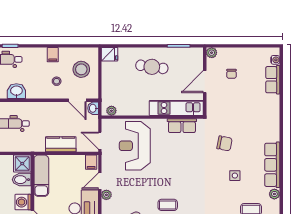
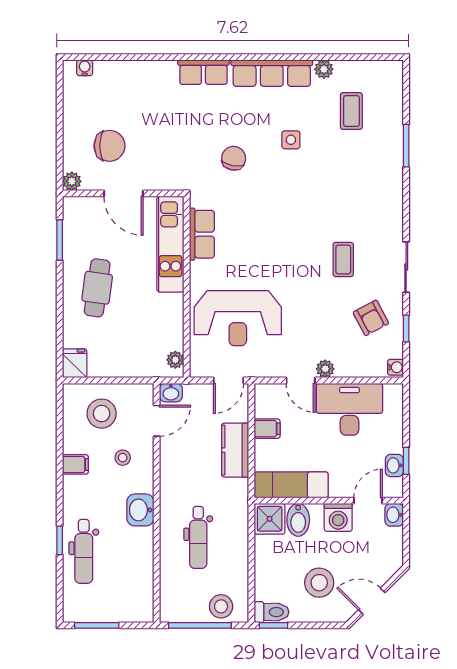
chair: (231, 74) -> (109, 146), width x1.87, depth x1.87
row of seats: (273, 80) -> (203, 72), moved
washbasin: (16, 91) -> (140, 510), moved
filing cabinet: (91, 162) -> (267, 429), moved

